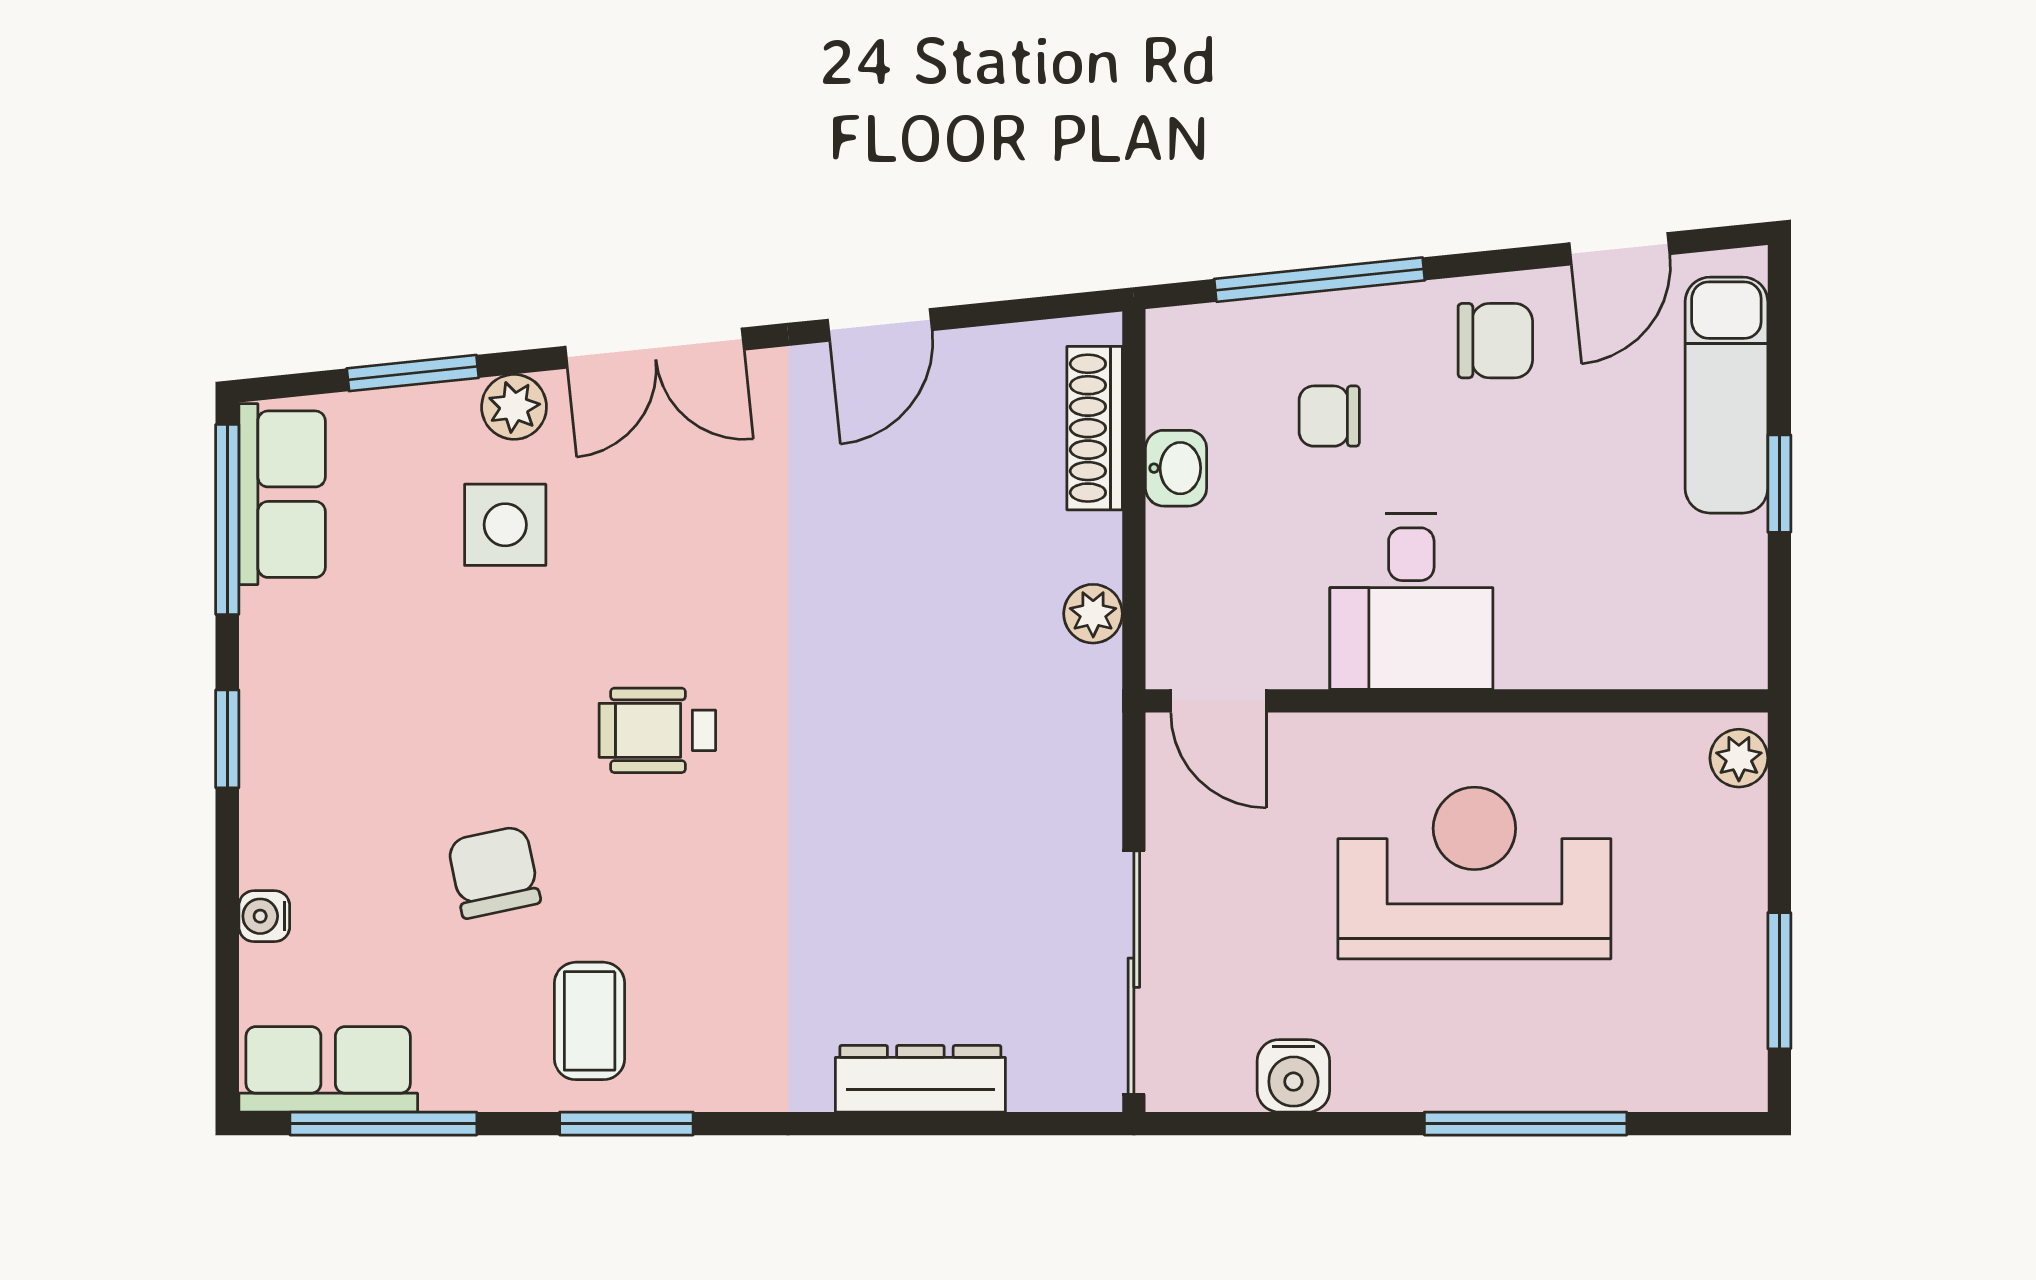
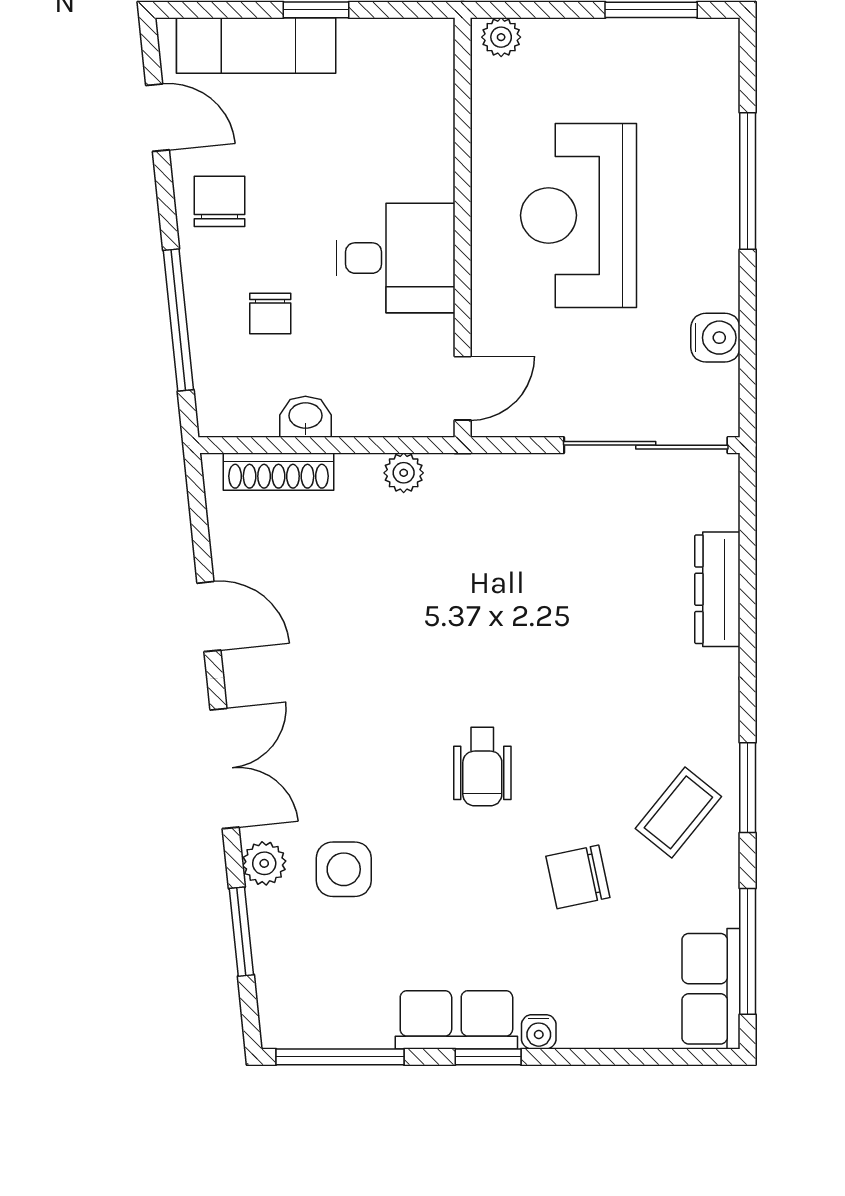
row of seats: (282, 494) -> (456, 1020), moved
water cooler: (264, 916) -> (539, 1032), moved
coffee table: (590, 1021) -> (678, 812), turned -51

